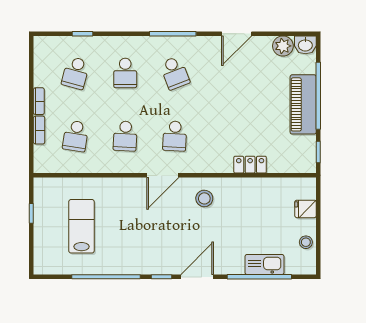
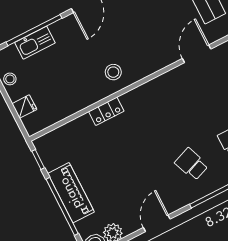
school desk: (125, 136) -> (206, 90), removed
school desk: (175, 136) -> (165, 112), removed
locker: (250, 165) -> (106, 111), moved
door: (163, 175) -> (197, 54), moved

